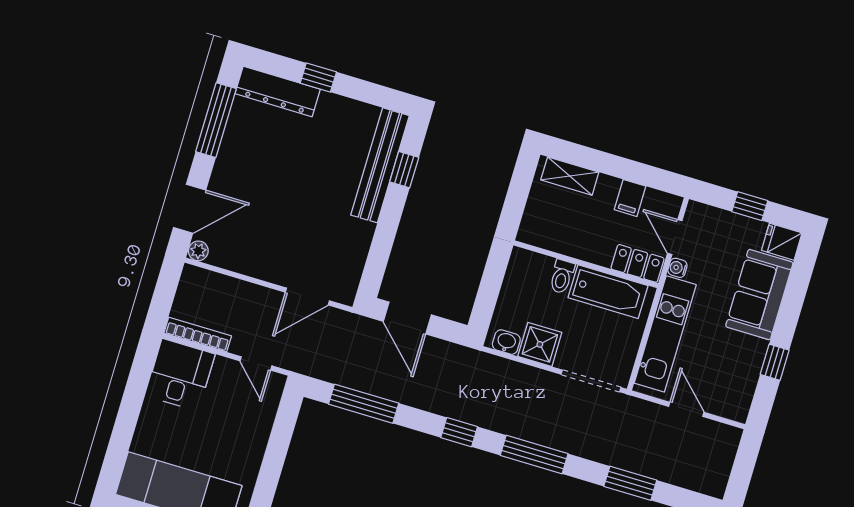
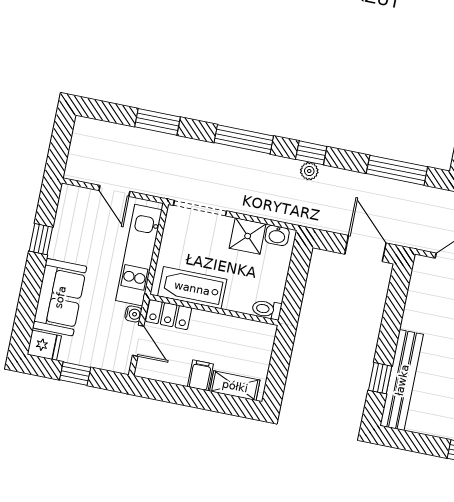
filing cabinet: (630, 198) -> (200, 375), moved
toilet: (562, 277) -> (267, 309), moved, turned -90
plant: (463, 412) -> (309, 171), added

